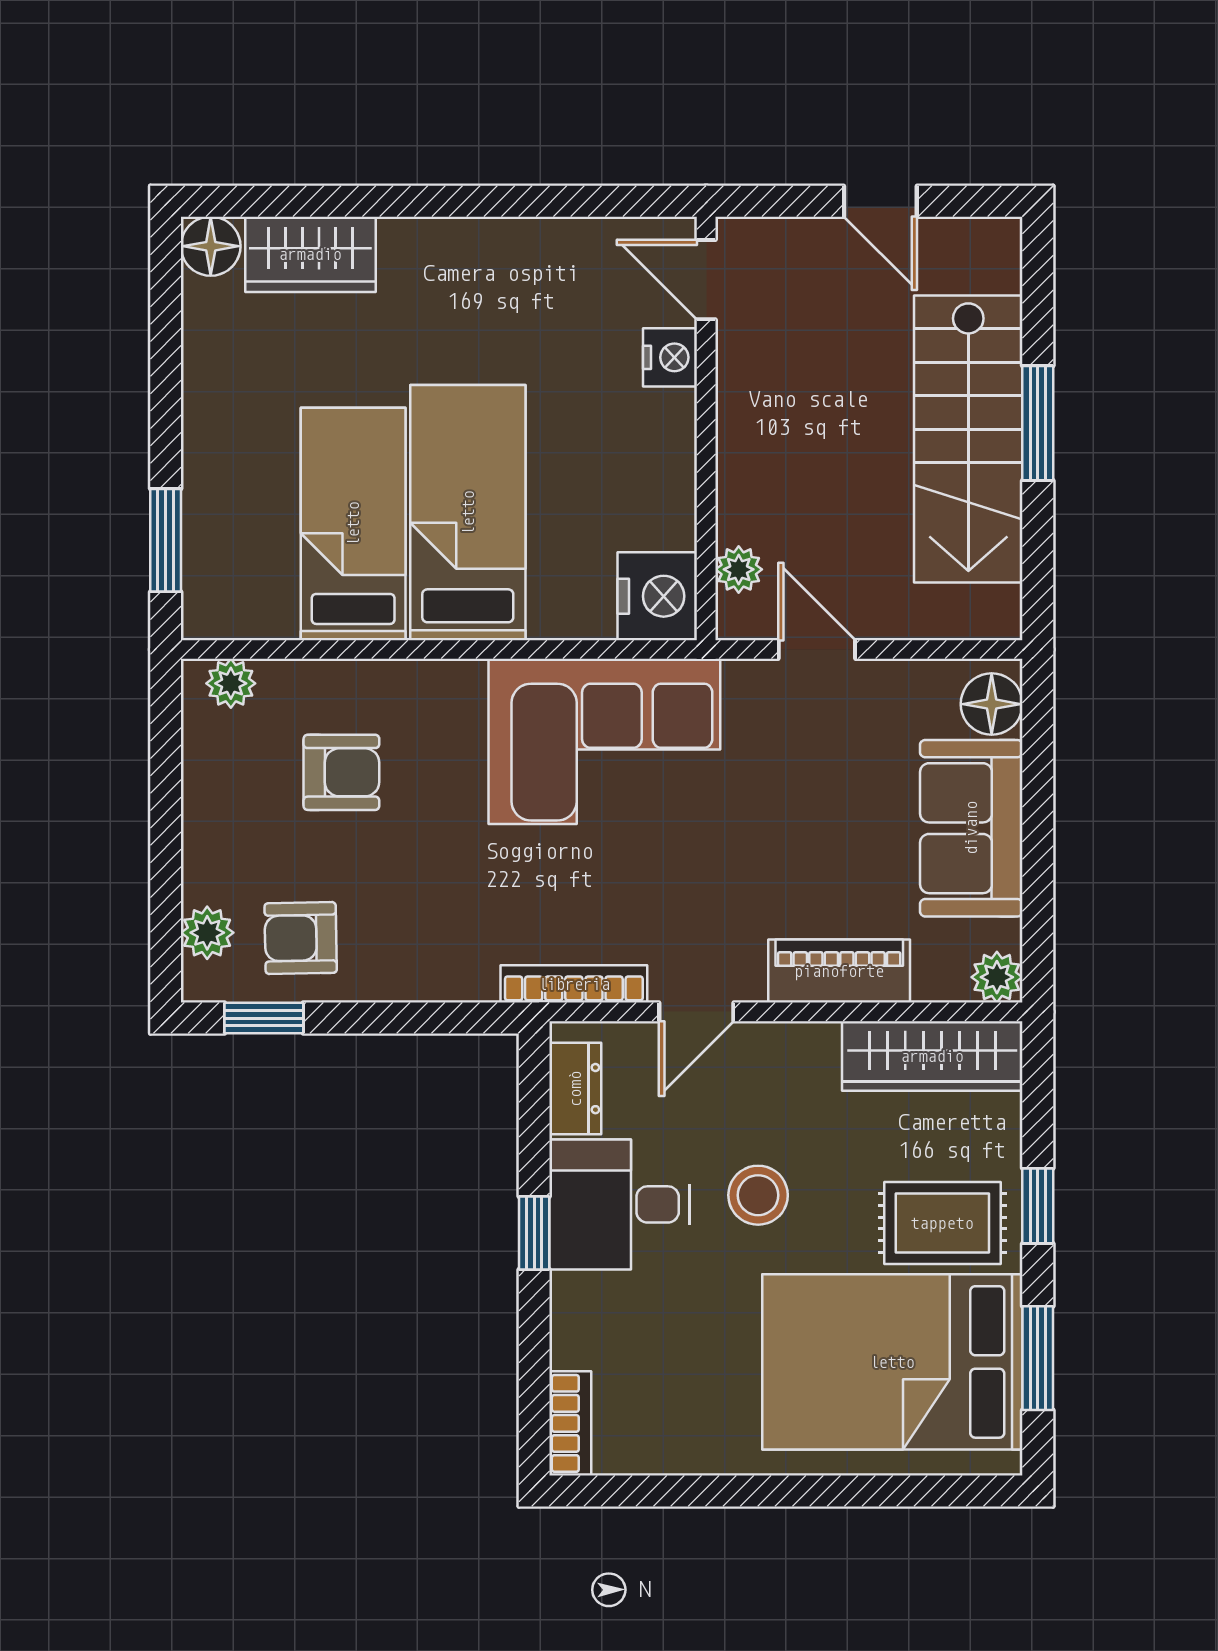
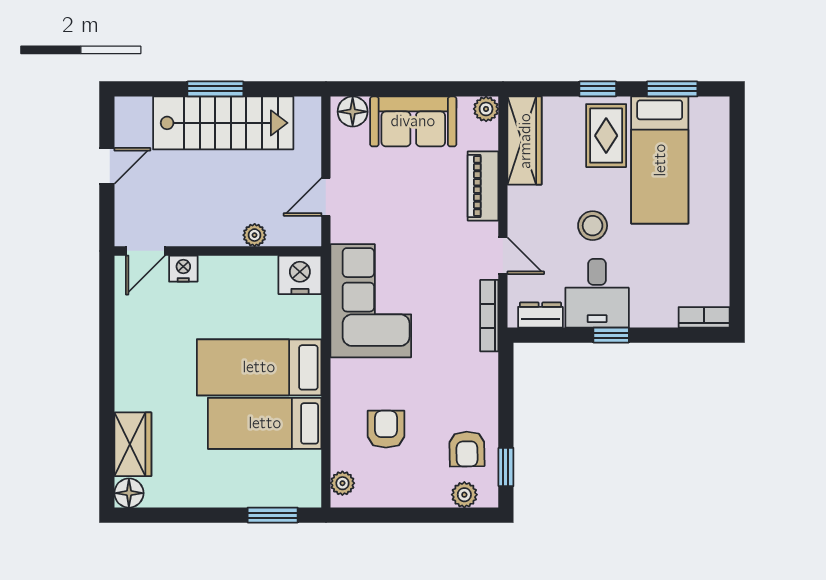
plant: (739, 569) -> (255, 235), moved
bed: (892, 1362) -> (660, 160), width x0.67

